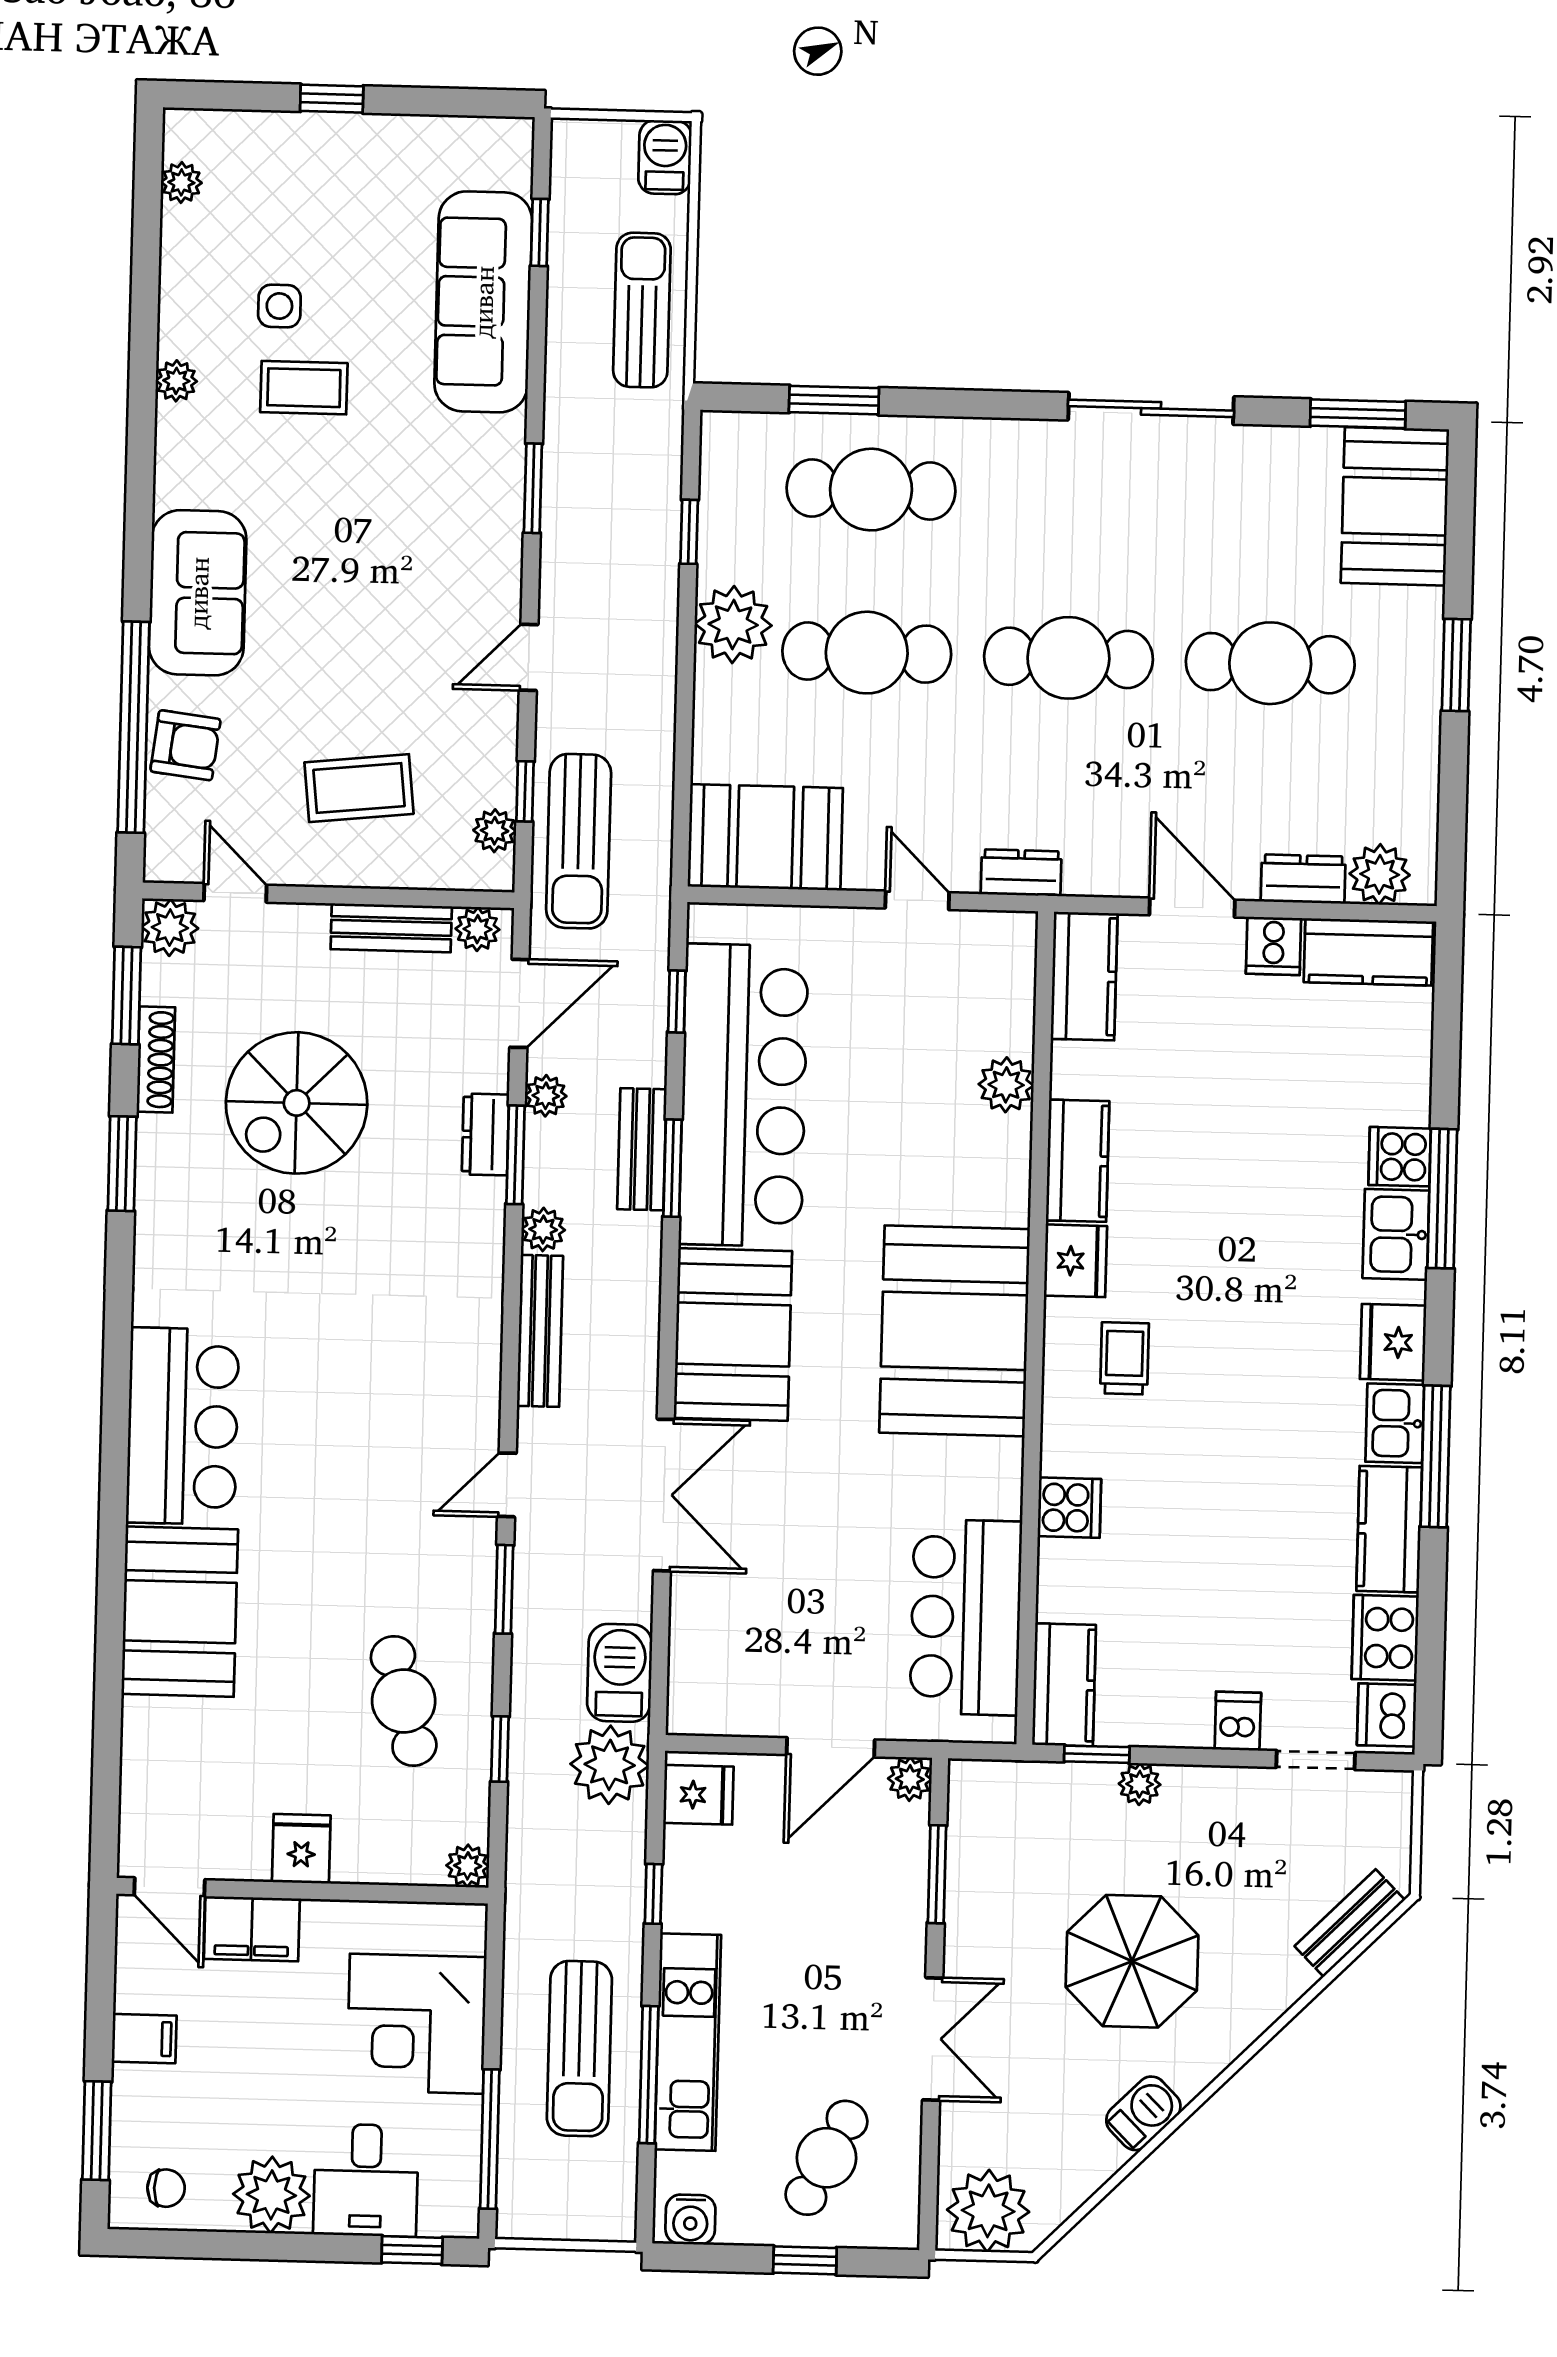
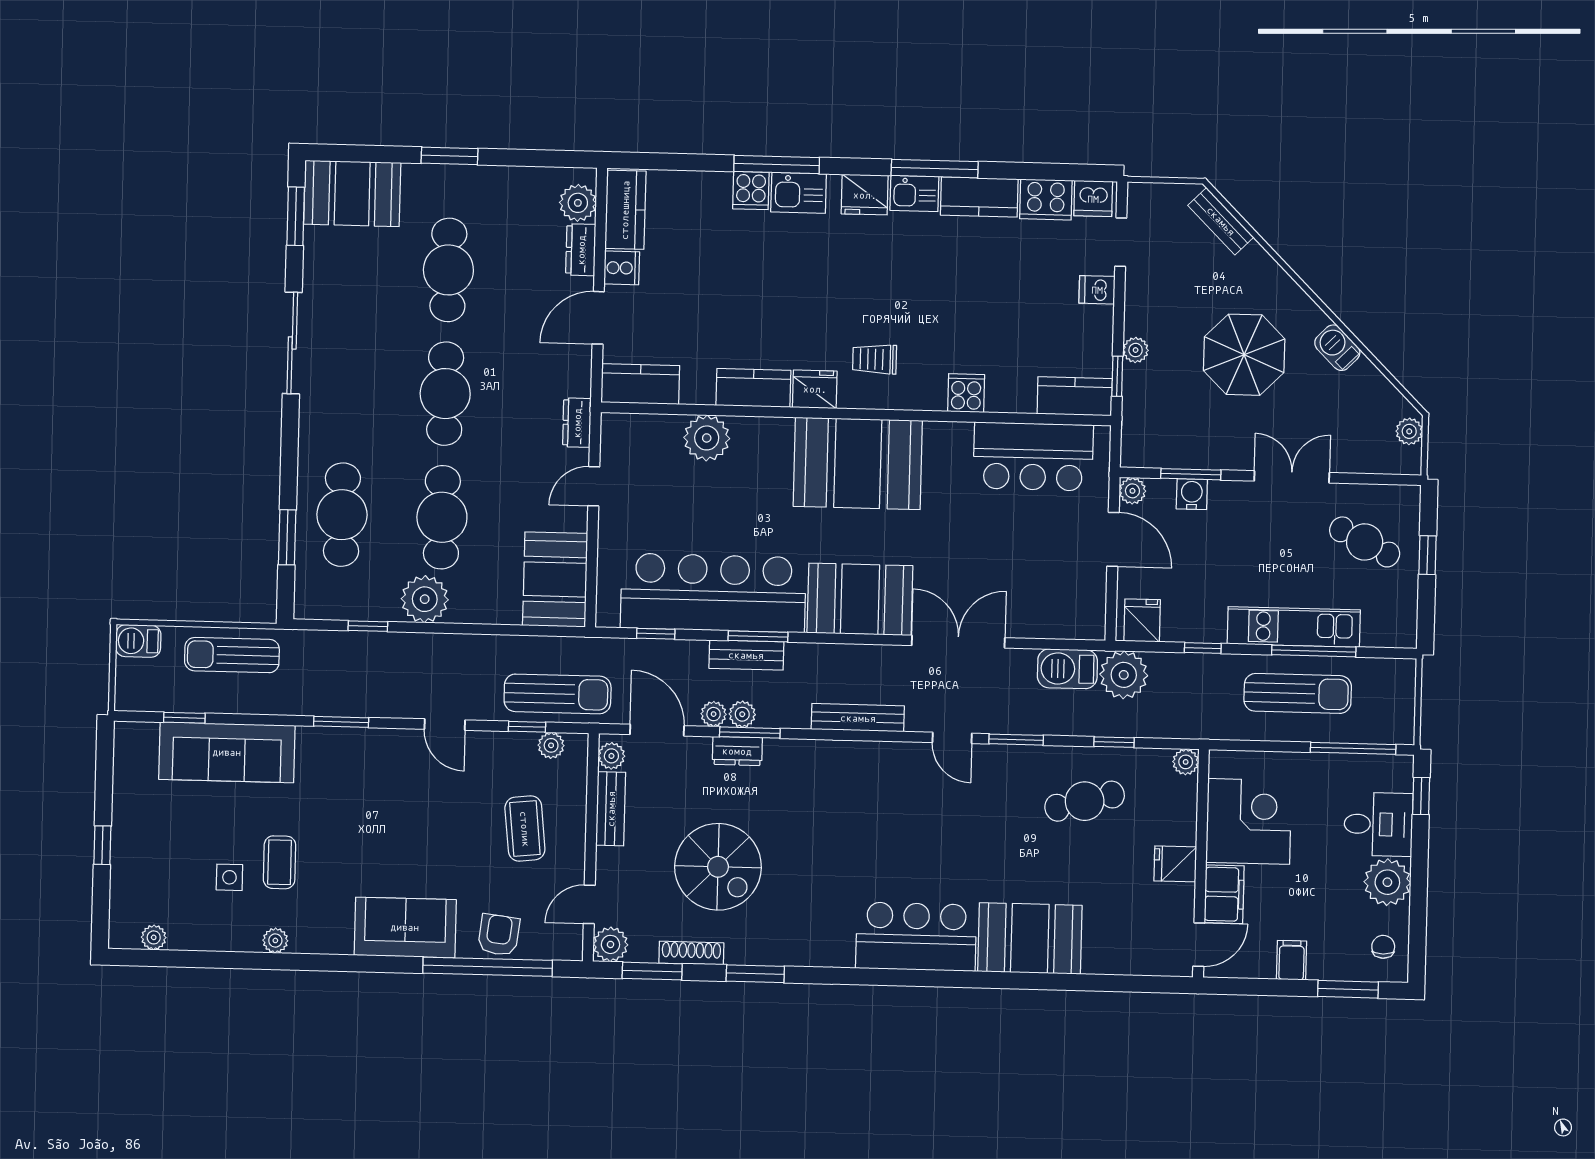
plant: (1006, 1085) -> (707, 438), width x1.36, depth x1.36
plant: (543, 1229) -> (742, 714), moved
corner desk: (416, 2024) -> (1249, 821), moved, turned -90
plant: (988, 2211) -> (1409, 431), width x0.53, depth x0.53
water cooler: (690, 2220) -> (1192, 494), moved, turned -90

